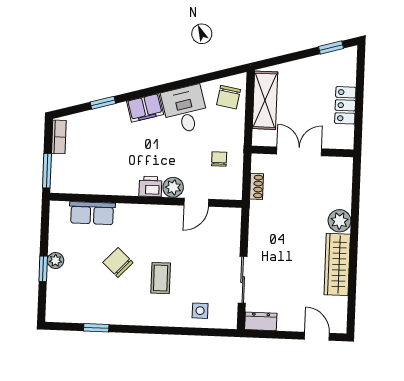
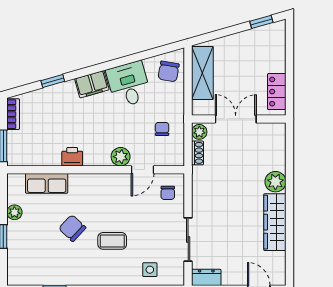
locker: (345, 105) -> (277, 92), moved
plant: (259, 164) -> (199, 132), added
printer: (150, 186) -> (72, 157), moved
chair: (223, 228) -> (168, 193), added
plant: (56, 260) -> (14, 212), moved
coffee table: (161, 278) -> (112, 241), turned 90

